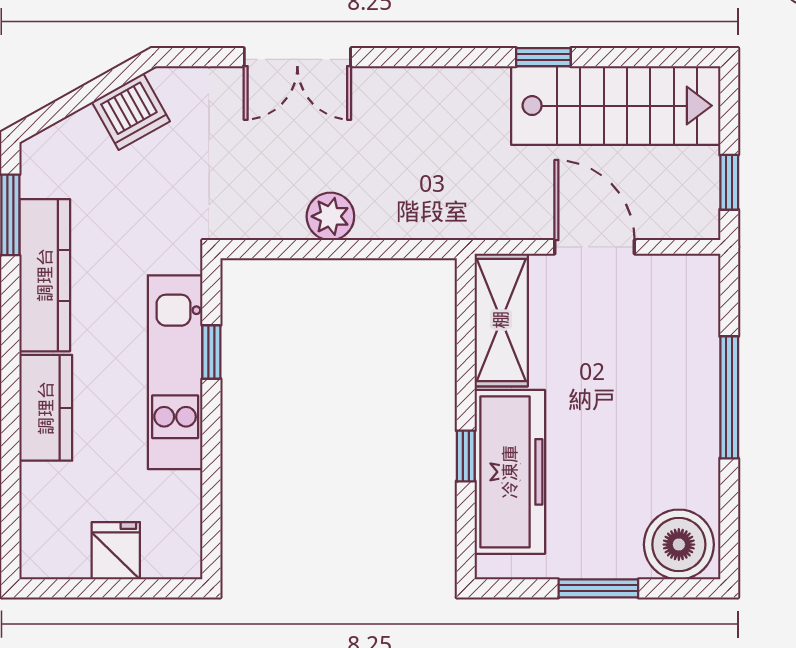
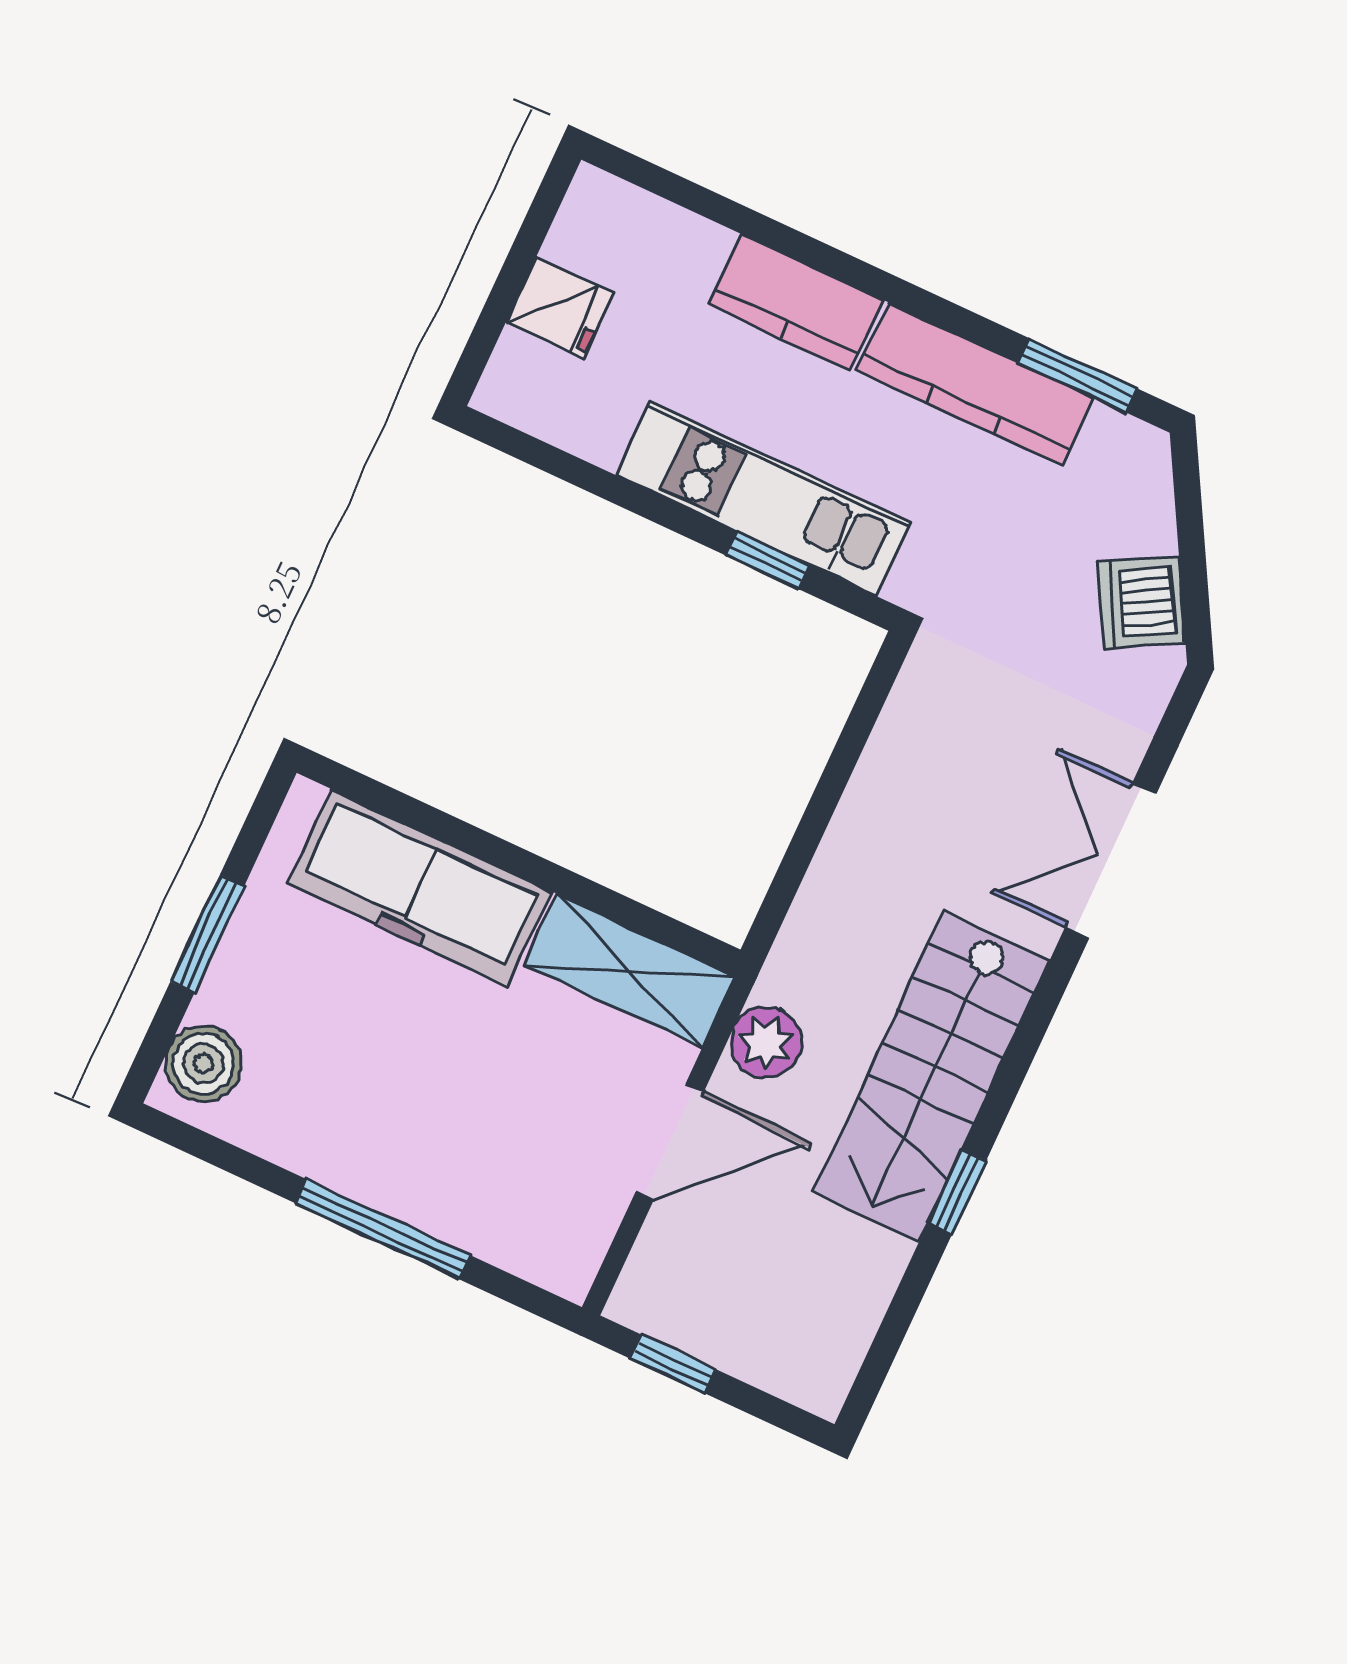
stairs: (616, 106) -> (932, 1076), moved
plant: (330, 216) -> (766, 1042), moved
window: (466, 456) -> (469, 838), removed
boiler: (679, 545) -> (204, 1064), width x0.73, depth x0.73

